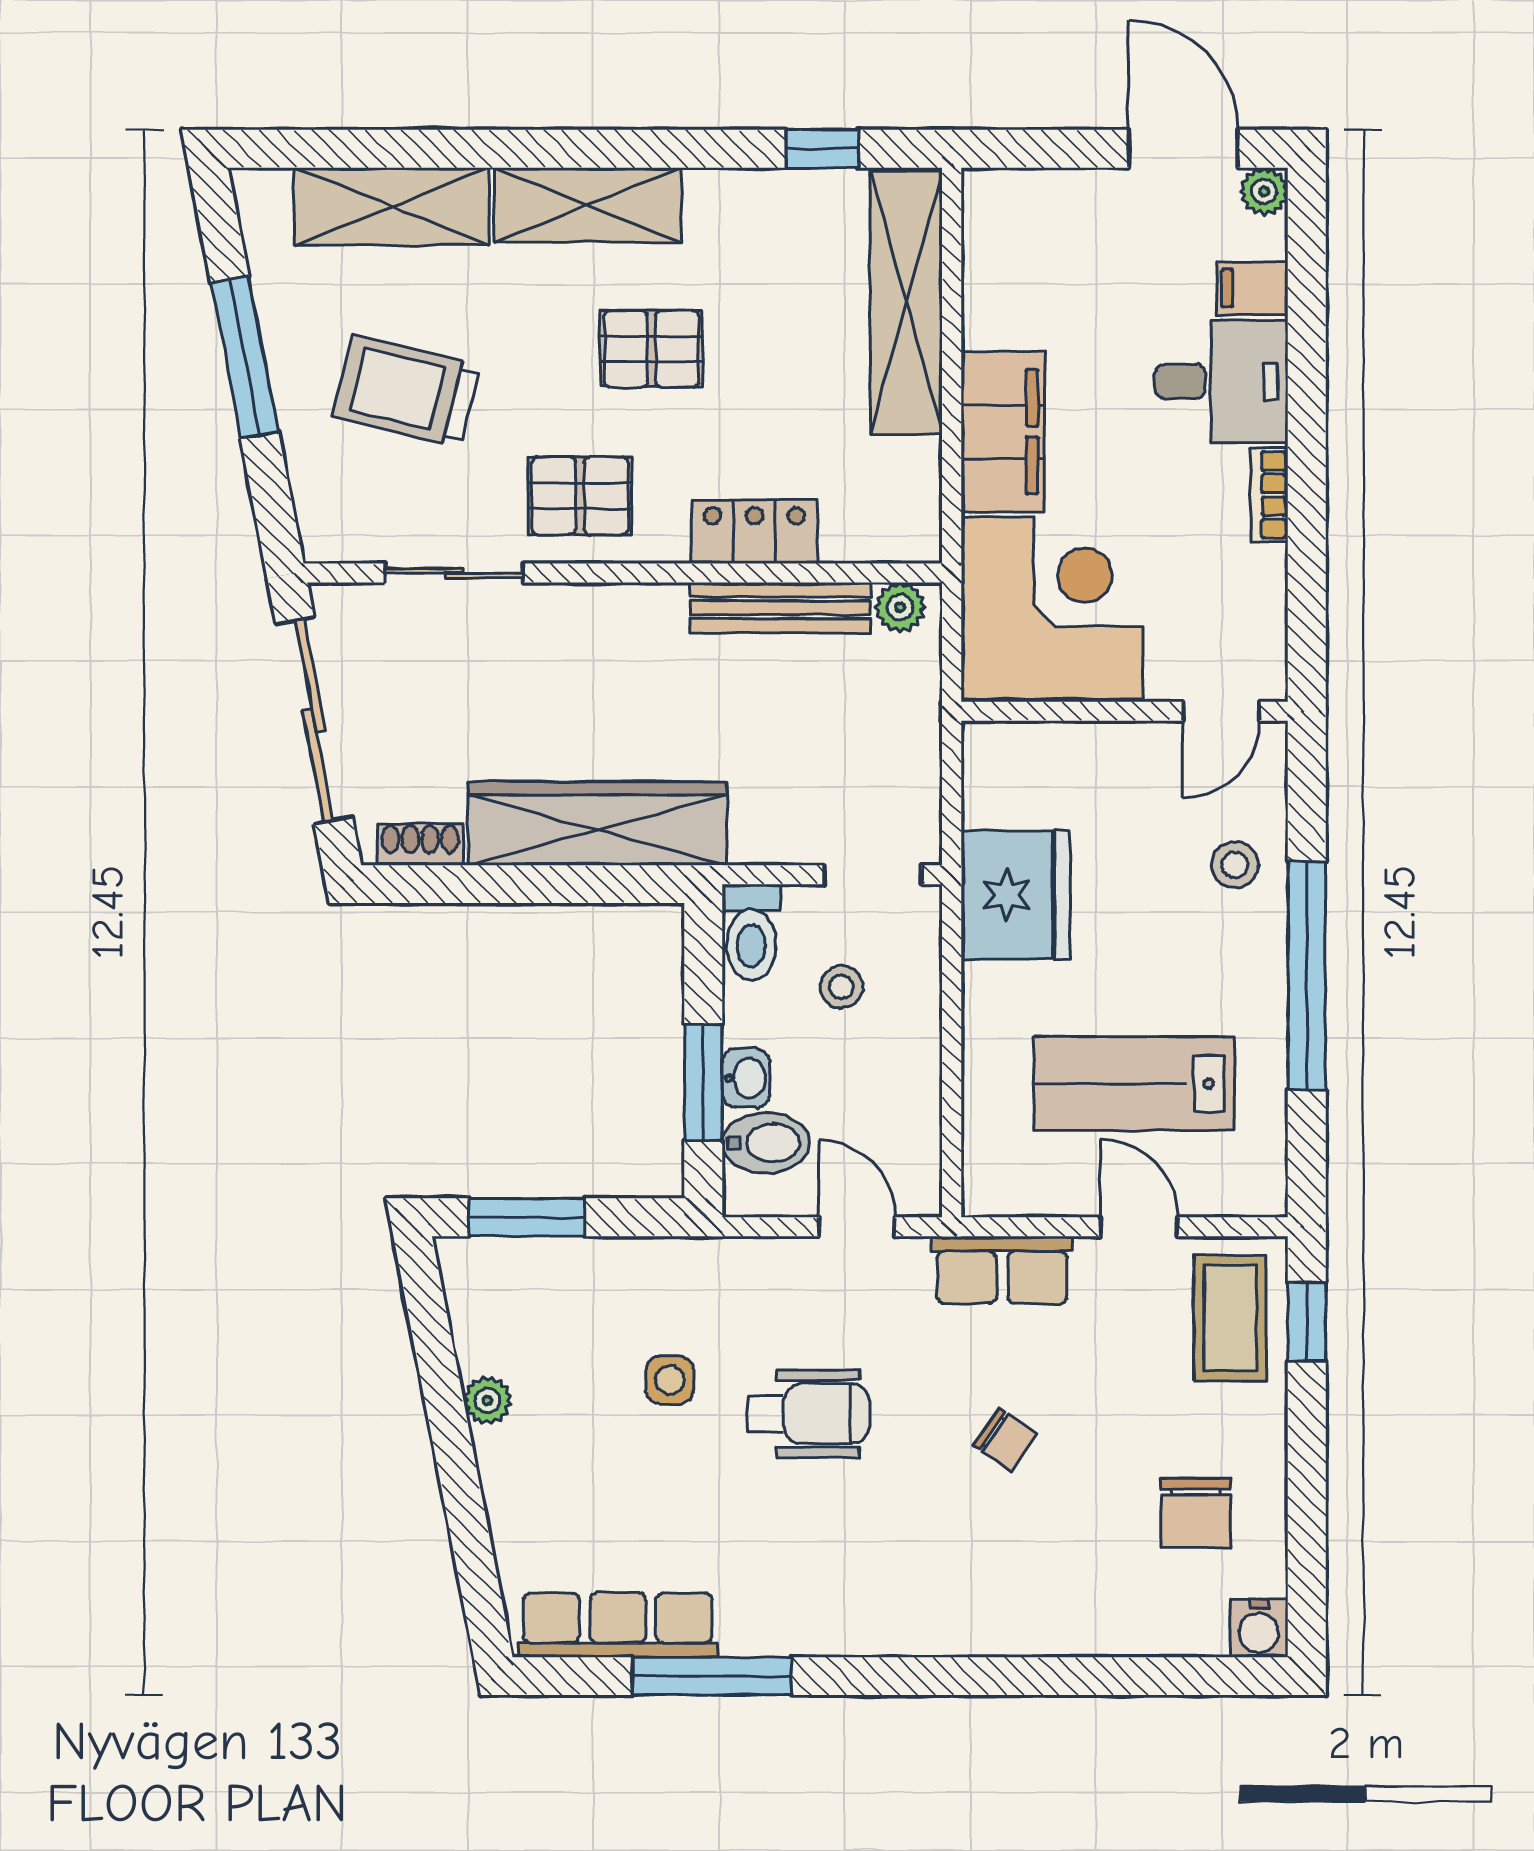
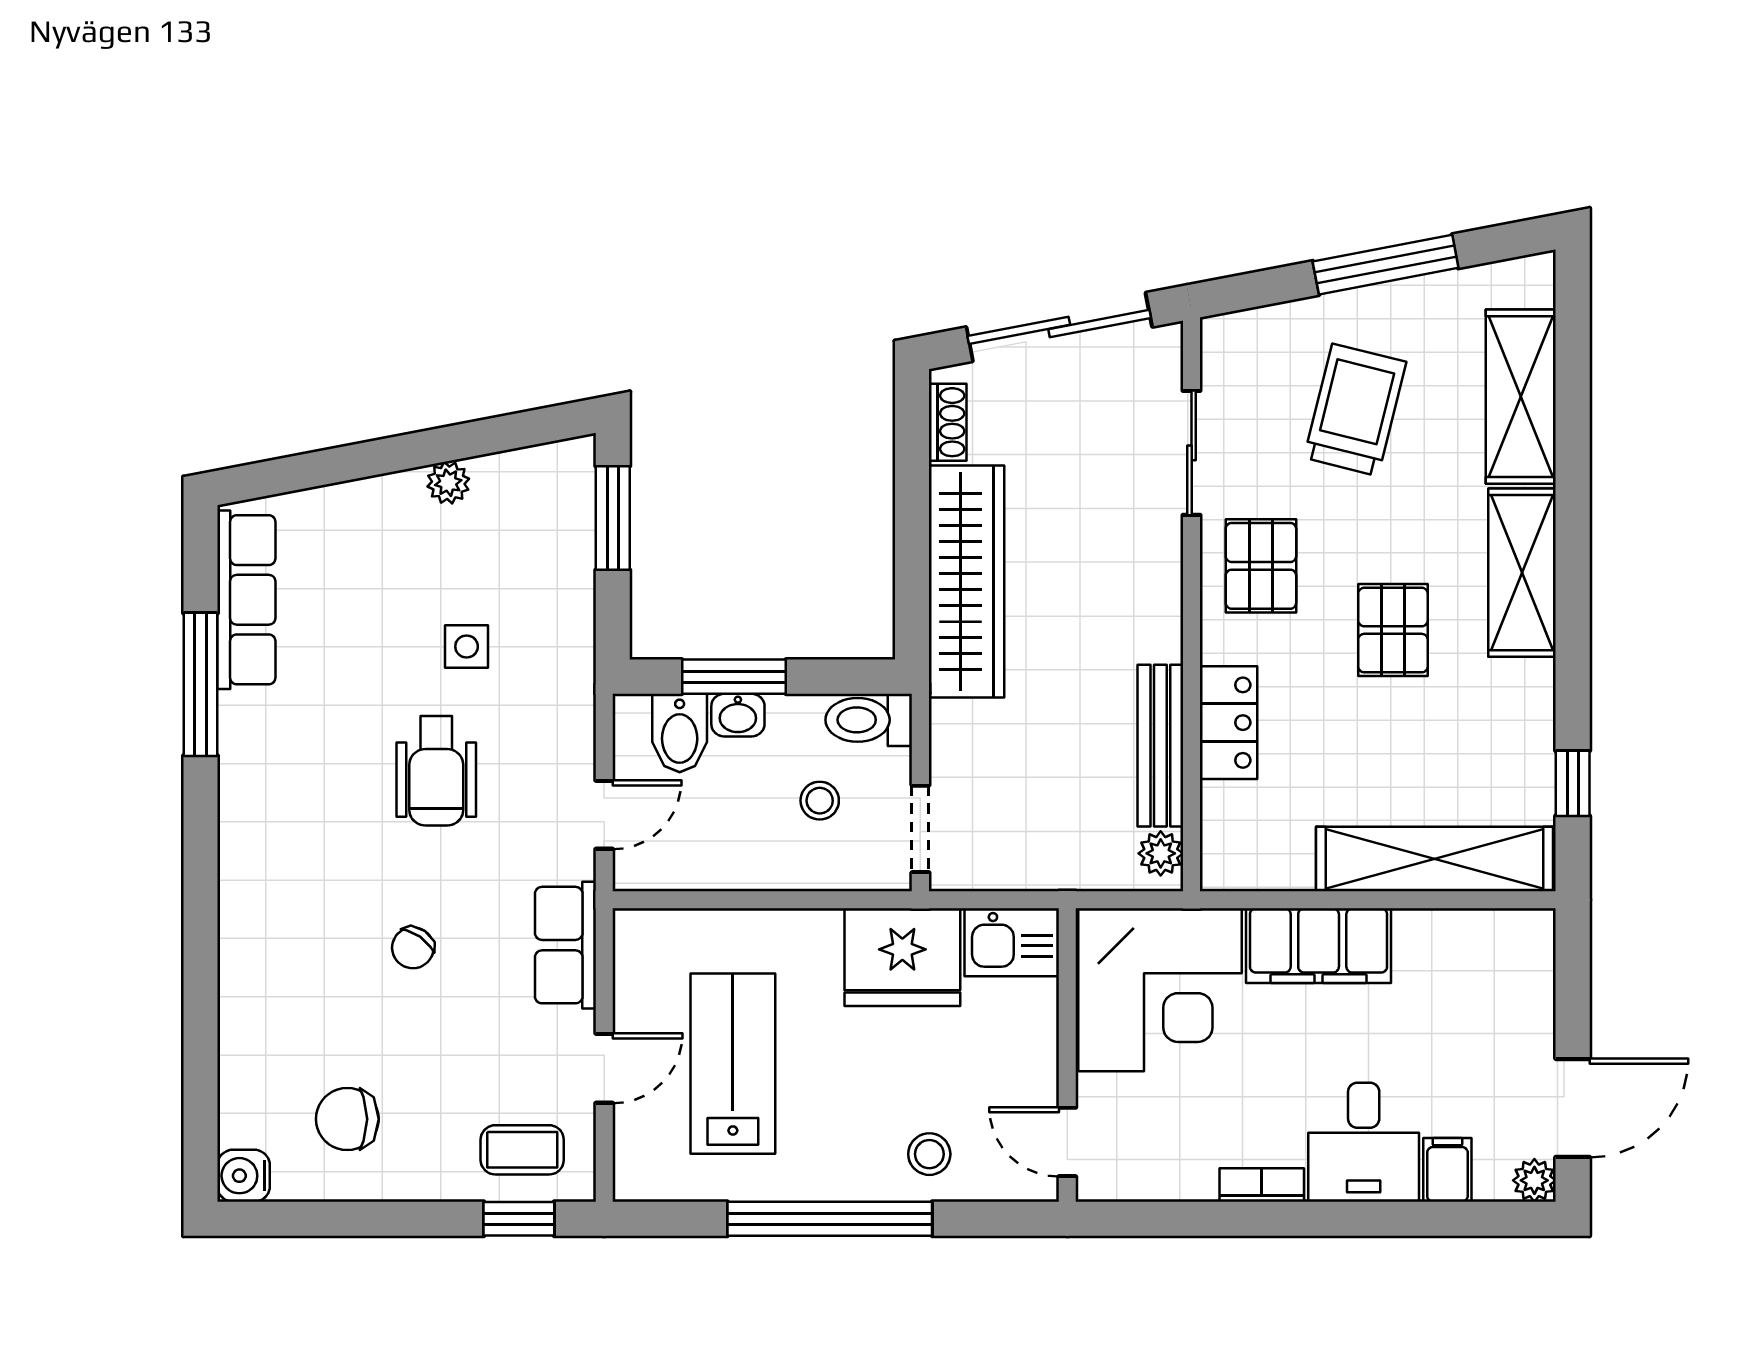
kitchen sink: (999, 773) -> (1012, 942), added
coffee table: (1230, 1318) -> (522, 1150), width x0.73, depth x0.77

